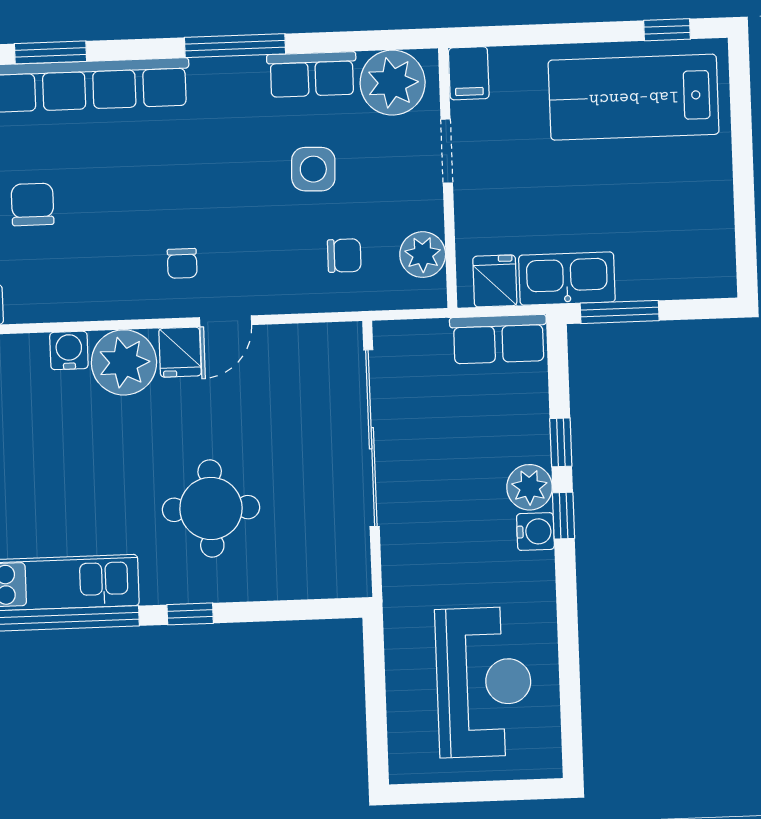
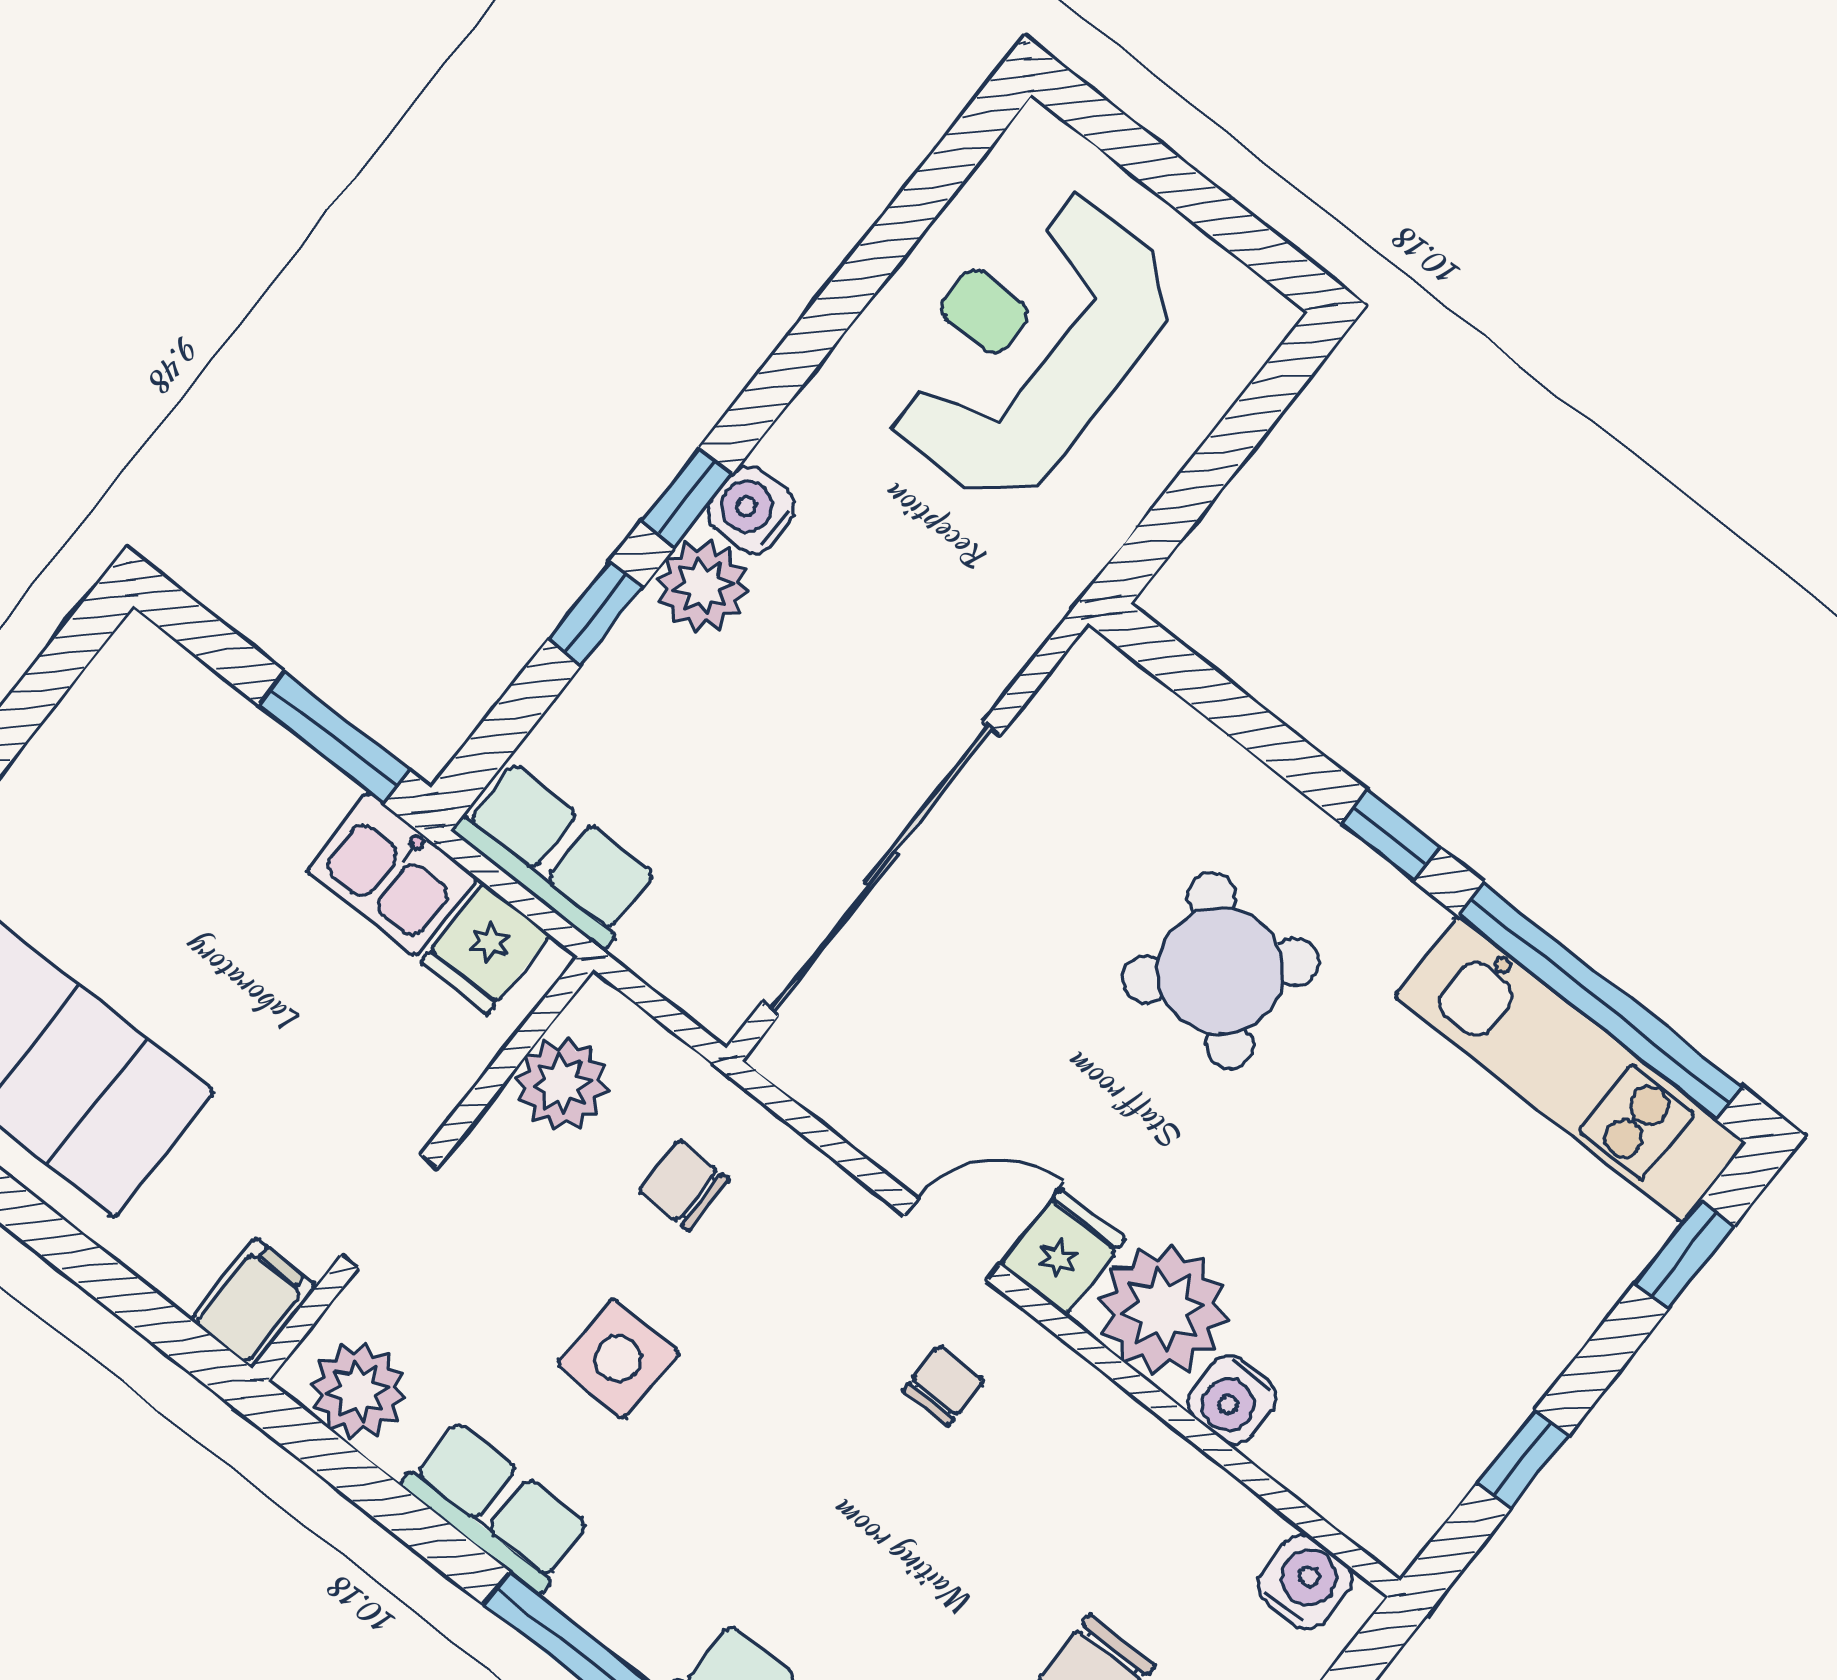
plant: (393, 83) -> (358, 1391), width x0.73, depth x0.73
kitchen sink: (567, 279) -> (392, 874), width x0.73
round table: (211, 508) -> (1220, 970), turned 45

